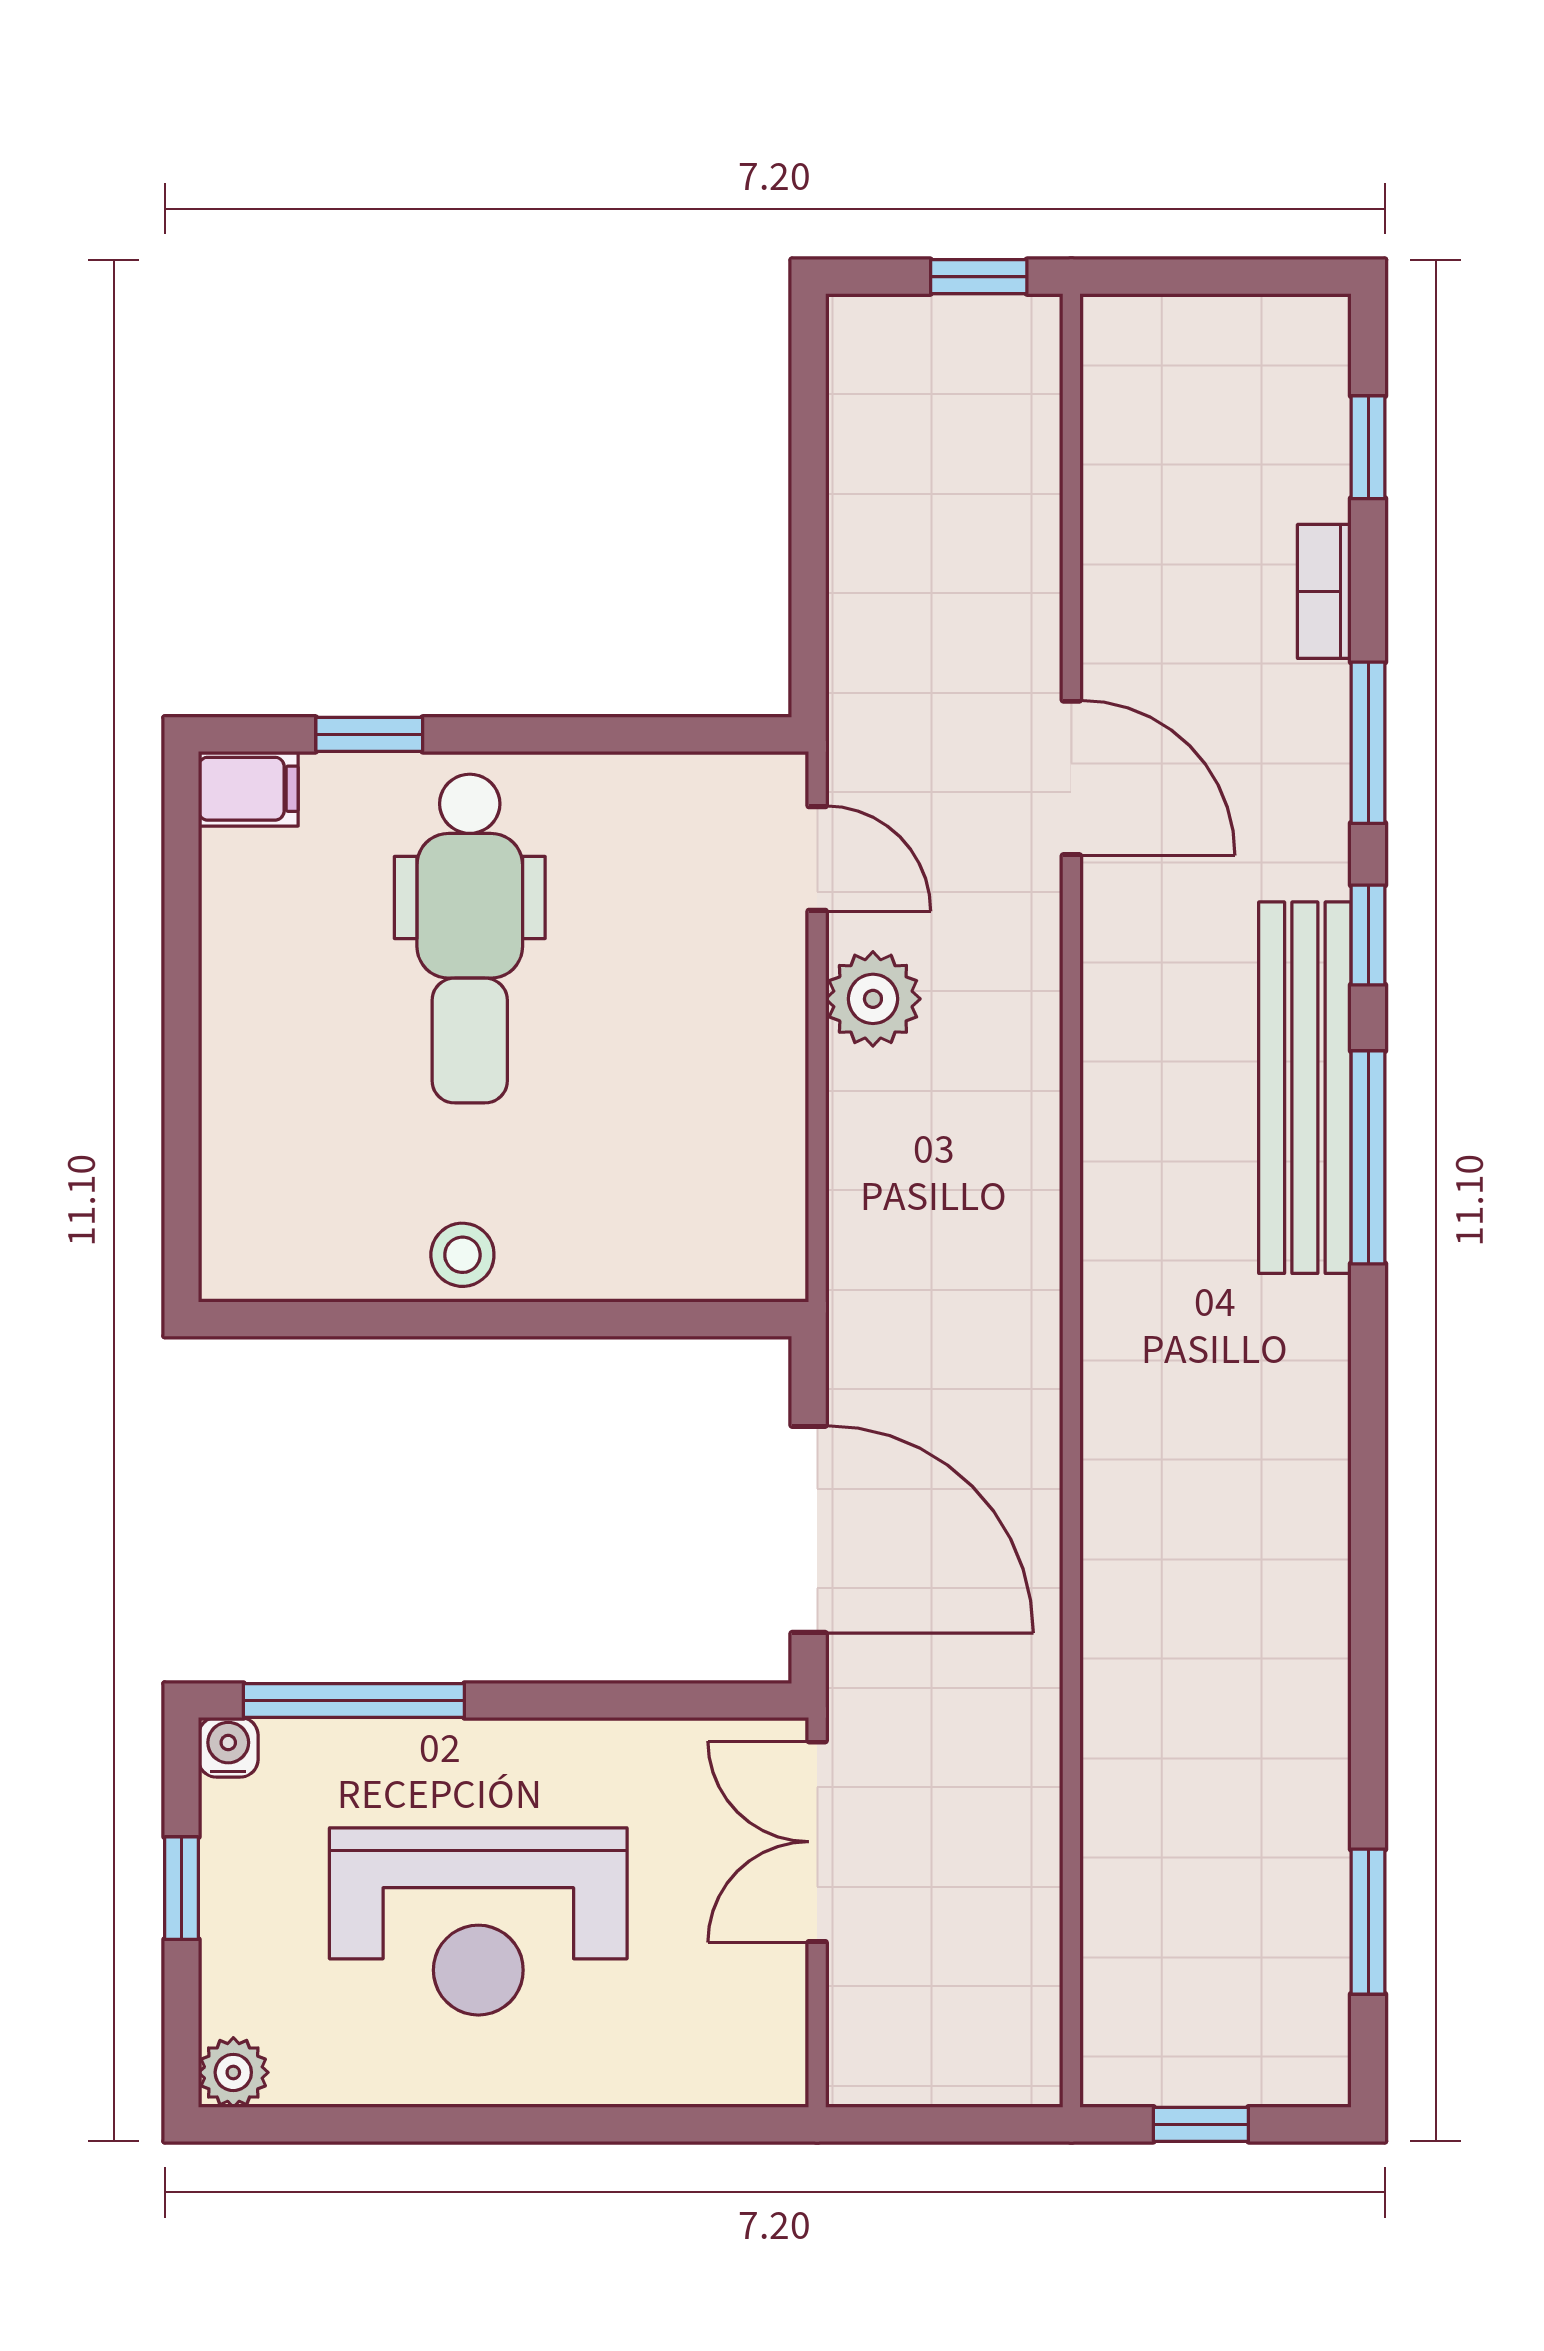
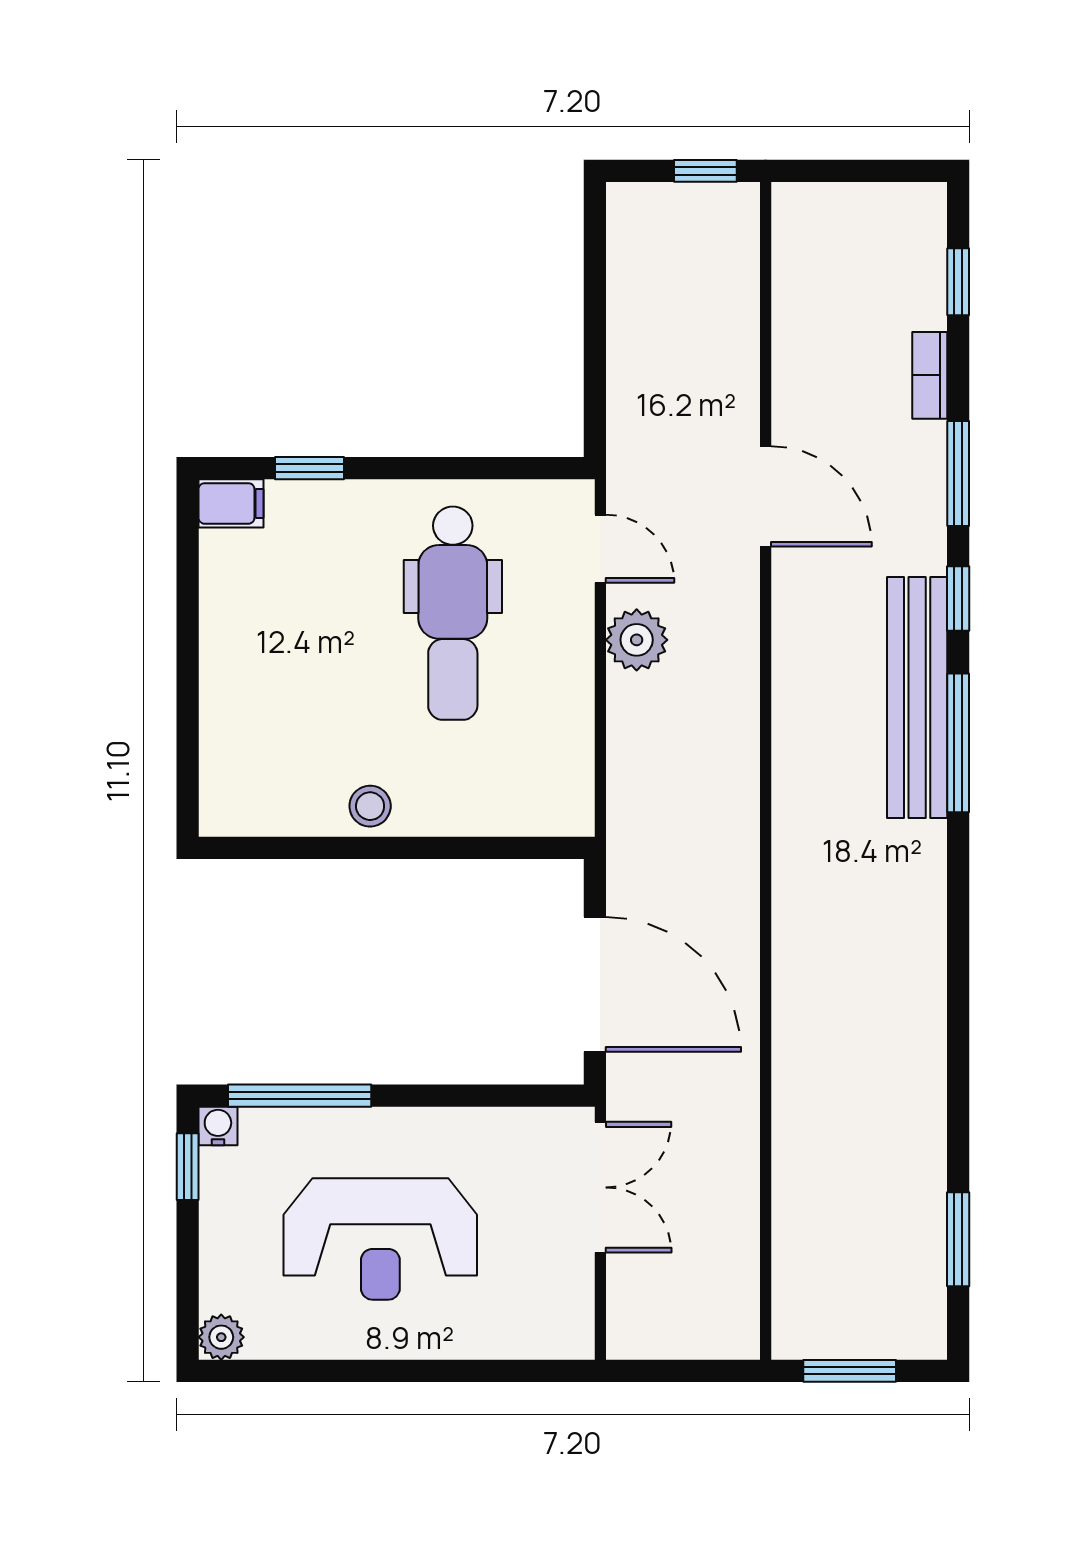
dental chair: (470, 939) -> (453, 613), moved
double door: (817, 1842) -> (600, 1187), swing flipped
window: (181, 1888) -> (188, 1167), moved
window: (1201, 2124) -> (850, 1371), width x1.50

